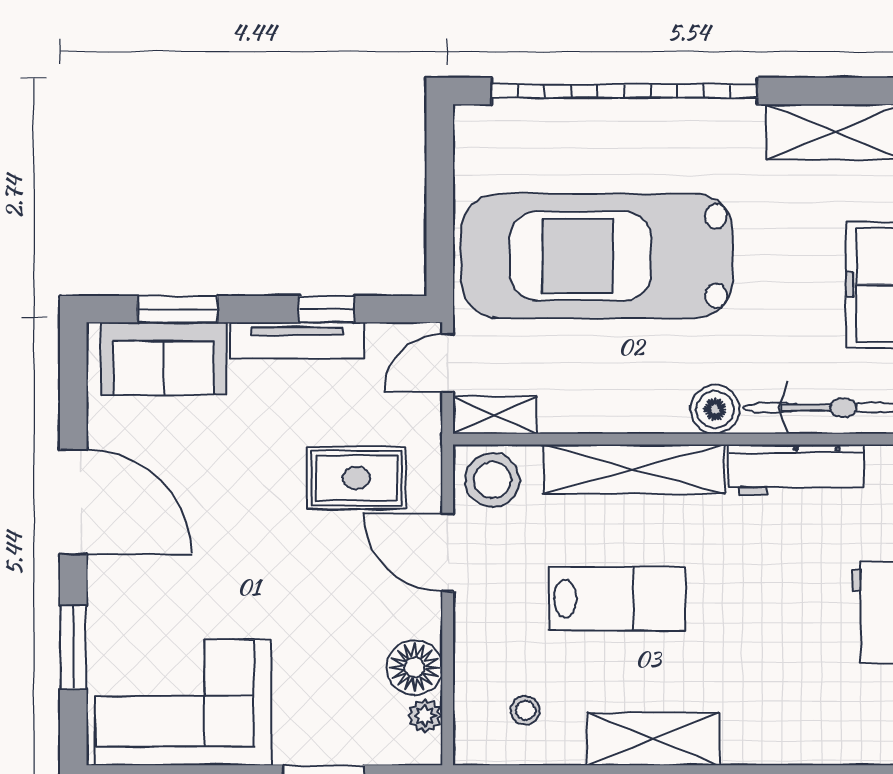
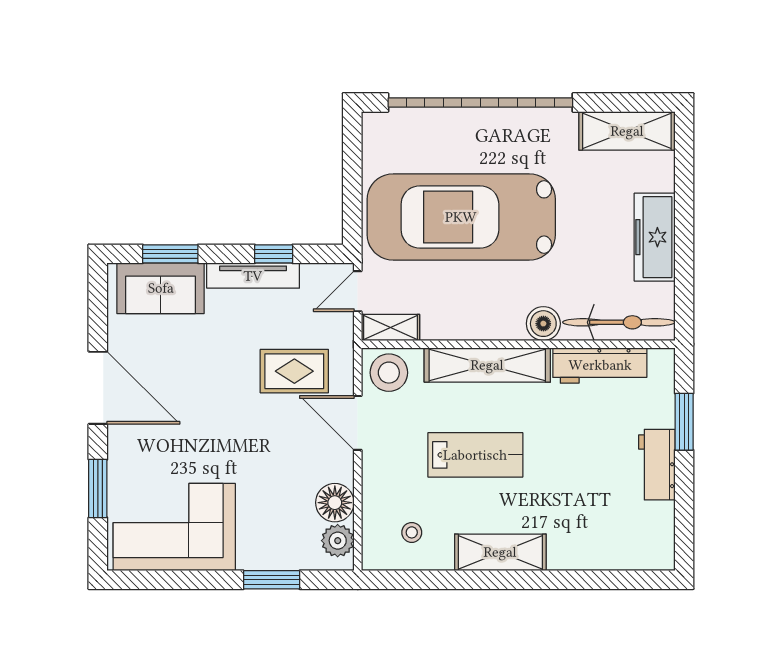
plant: (425, 716) -> (338, 541), width x1.38, depth x1.38

